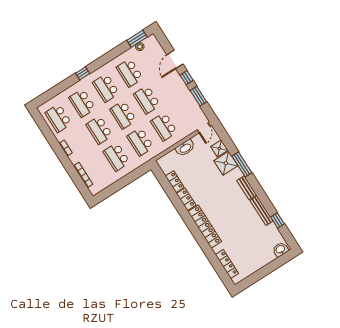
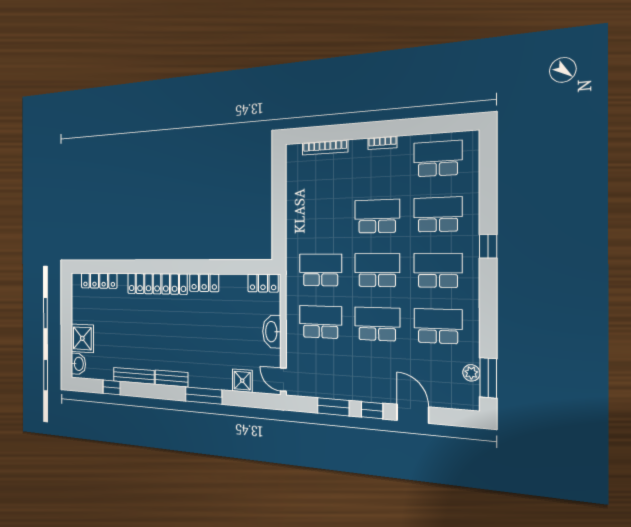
school desk: (117, 157) -> (320, 218), removed
shower: (226, 163) -> (82, 338), moved
locker: (175, 182) -> (263, 283), moved

